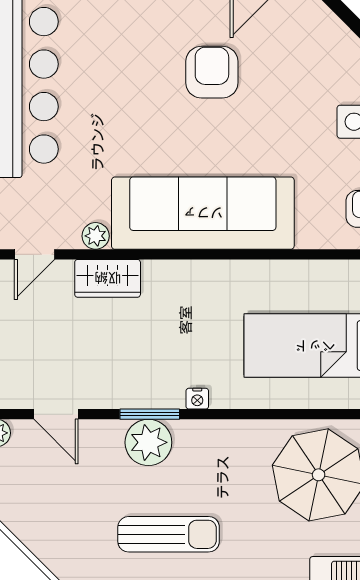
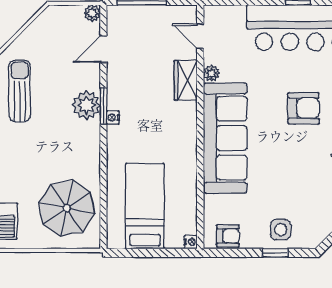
armchair: (212, 72) -> (304, 108), moved
nightstand: (197, 399) -> (113, 118), moved
sun lounger: (169, 534) -> (20, 91), moved, turned 180

